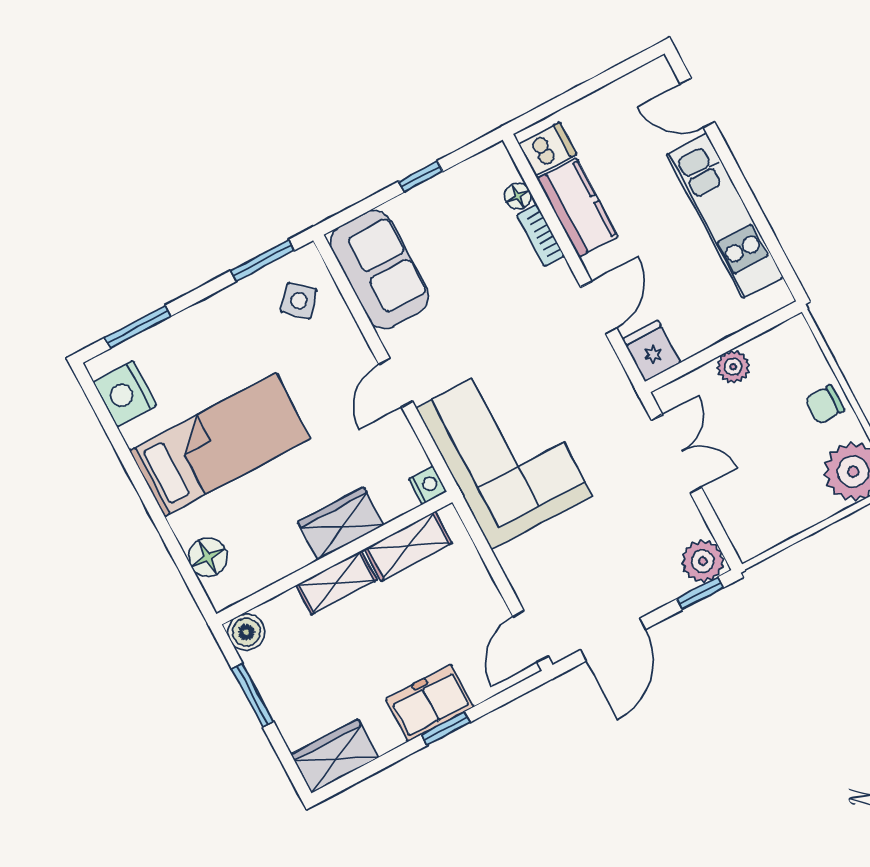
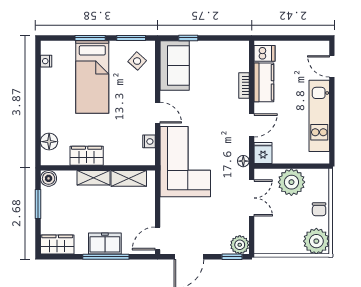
window: (421, 176) -> (188, 38), moved
floor lamp: (518, 196) -> (243, 161), moved
window: (138, 327) -> (90, 38), moved
plant: (733, 367) -> (291, 182), width x1.87, depth x1.87
door: (396, 383) -> (158, 113), swing flipped
nightstand: (125, 394) -> (46, 61), width x0.53, depth x0.56
chair: (825, 404) -> (319, 209), turned -90
bed: (220, 445) -> (92, 77), moved, turned 90
nightstand: (428, 485) -> (149, 141), moved
wardrobe: (341, 523) -> (87, 156), moved
window: (446, 728) -> (106, 257), width x2.17

